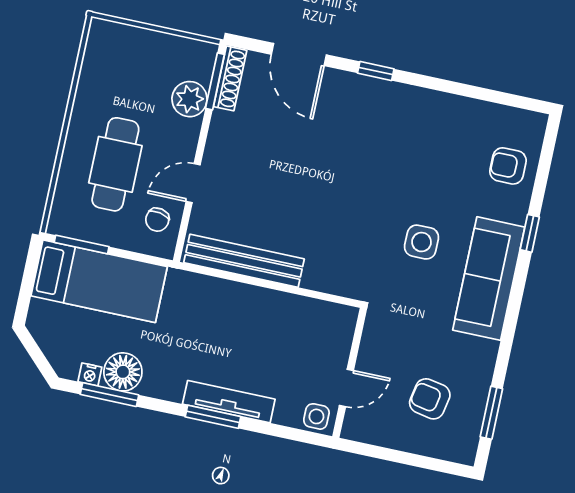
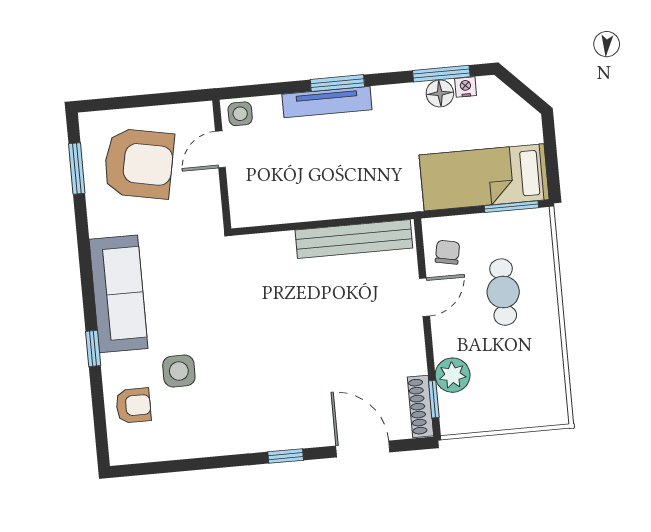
window: (215, 81) -> (434, 399), width x0.67
cafe table: (115, 164) -> (503, 292), width x0.73, depth x0.74
side table: (422, 242) -> (179, 371), moved
floor lamp: (123, 372) -> (440, 93), width x0.73, depth x0.73
armchair: (430, 399) -> (139, 164), width x1.88, depth x1.88

